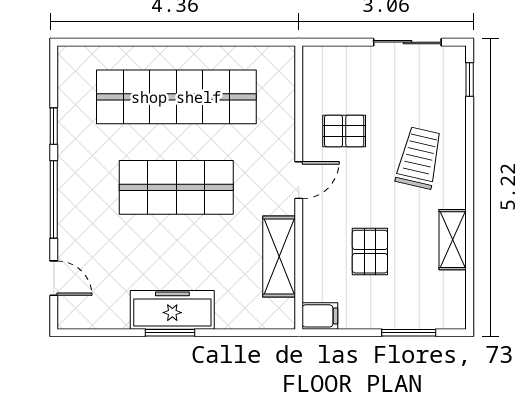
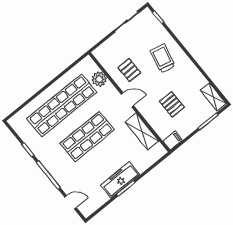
plant: (279, 104) -> (99, 79), added
pallet: (344, 131) -> (129, 70), turned 90
door: (299, 180) -> (127, 100), hinge flipped
shelving: (453, 240) -> (213, 97), moved

